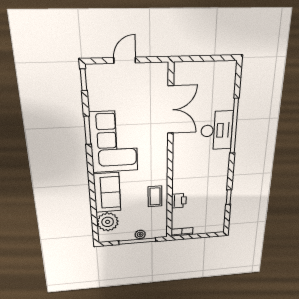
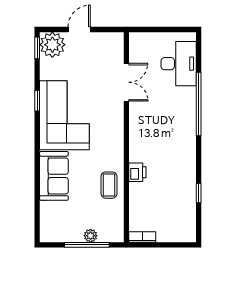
double door: (171, 110) -> (126, 82), width x0.73
window: (87, 130) -> (37, 101), width x0.67
desk: (217, 130) -> (179, 64), moved
printer: (179, 201) -> (137, 172), moved
plant: (108, 222) -> (52, 45), moved

